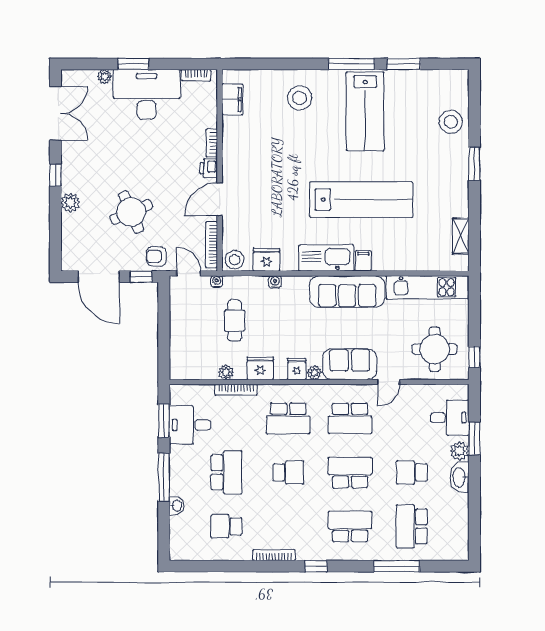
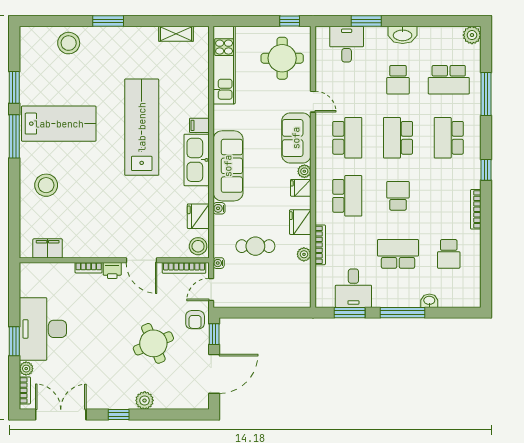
bookcase: (196, 75) -> (25, 390), moved
sofa: (347, 291) -> (228, 166), moved
plant: (459, 451) -> (472, 35), moved

